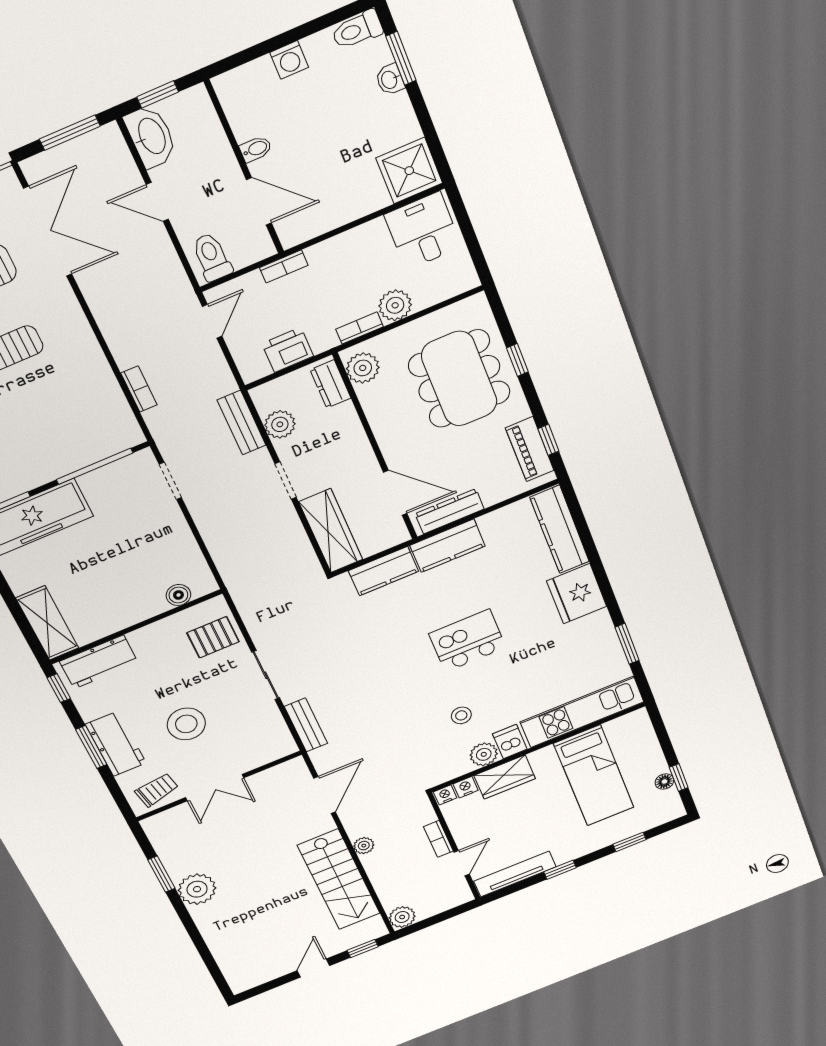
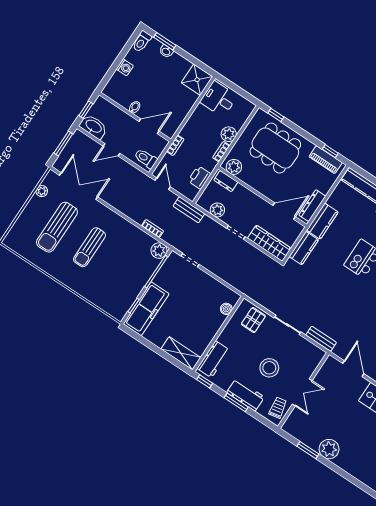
window: (517, 360) -> (276, 115), moved
bench: (242, 423) -> (189, 210), moved
plant: (125, 434) -> (159, 251), added

